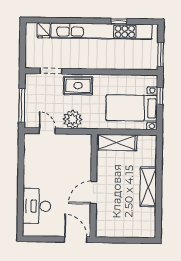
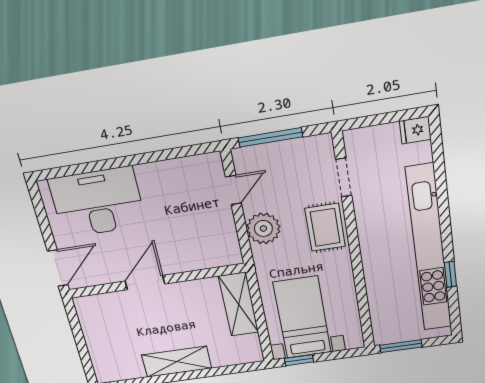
fridge: (44, 30) -> (415, 130), moved
window: (160, 96) -> (299, 360), moved
door: (93, 192) -> (145, 283), hinge flipped
desk: (37, 206) -> (97, 202), width x1.36, depth x1.30

